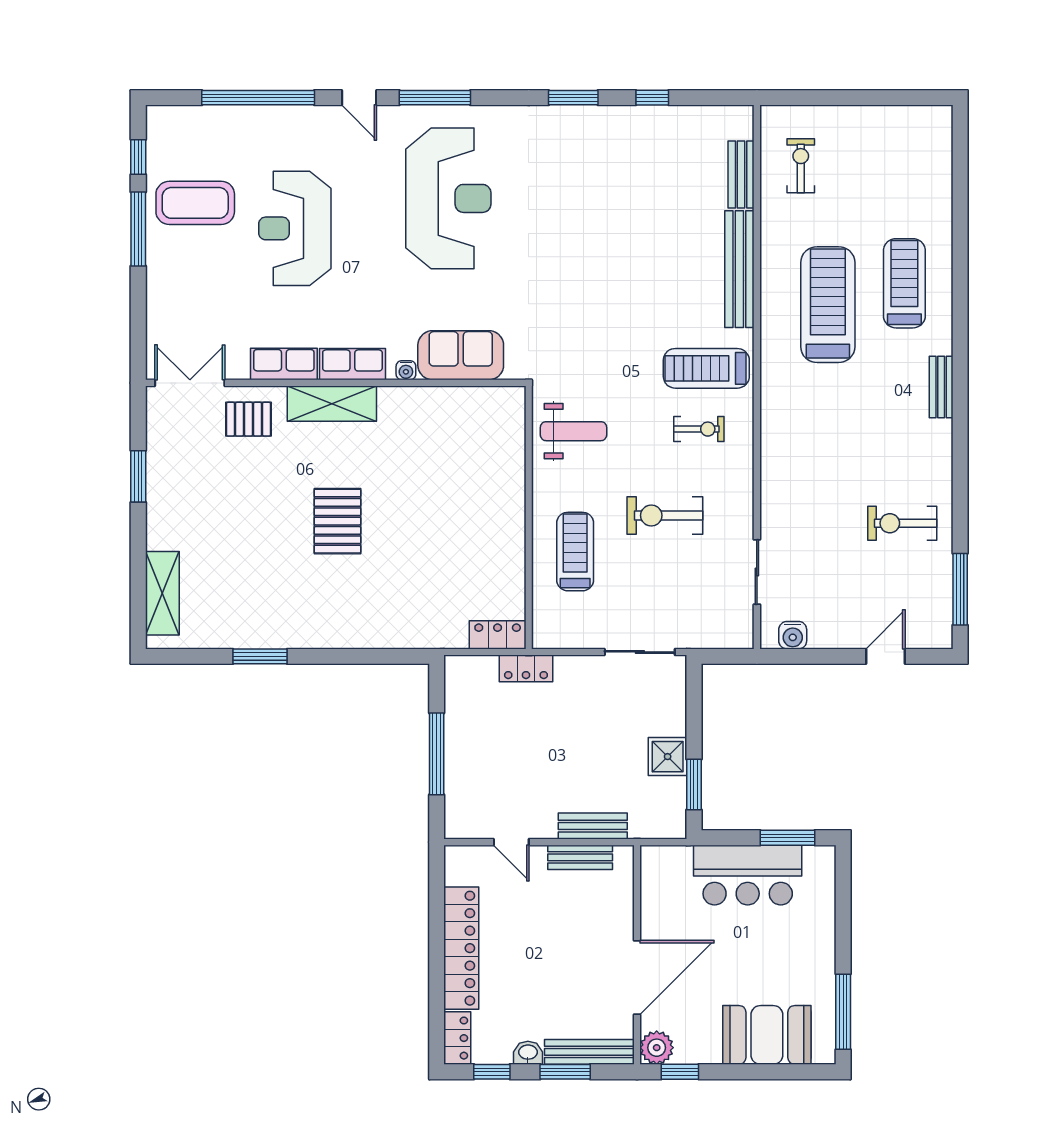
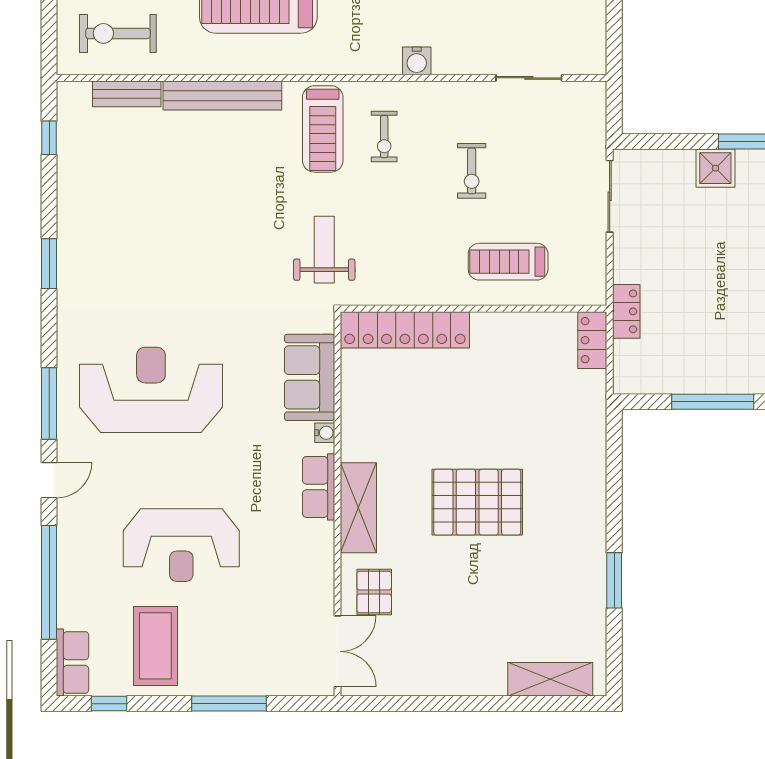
window: (652, 98) -> (49, 138), moved
exercise bike: (801, 166) -> (118, 33), width x1.38, depth x1.39
window: (138, 229) -> (229, 704), moved
row of seats: (284, 364) -> (73, 662), moved, turned 180
double door: (190, 383) -> (337, 651), swing flipped
exercise bike: (699, 429) -> (384, 137), turned 180
weight bench: (573, 431) -> (324, 250), moved
locker: (508, 450) -> (405, 330), added
window: (138, 476) -> (432, 704), removed
exercise bike: (665, 515) -> (472, 171), width x0.73, depth x0.72
pallet: (337, 521) -> (477, 502), width x1.37, depth x1.41
water cooler: (793, 635) -> (417, 61), moved, turned 90

